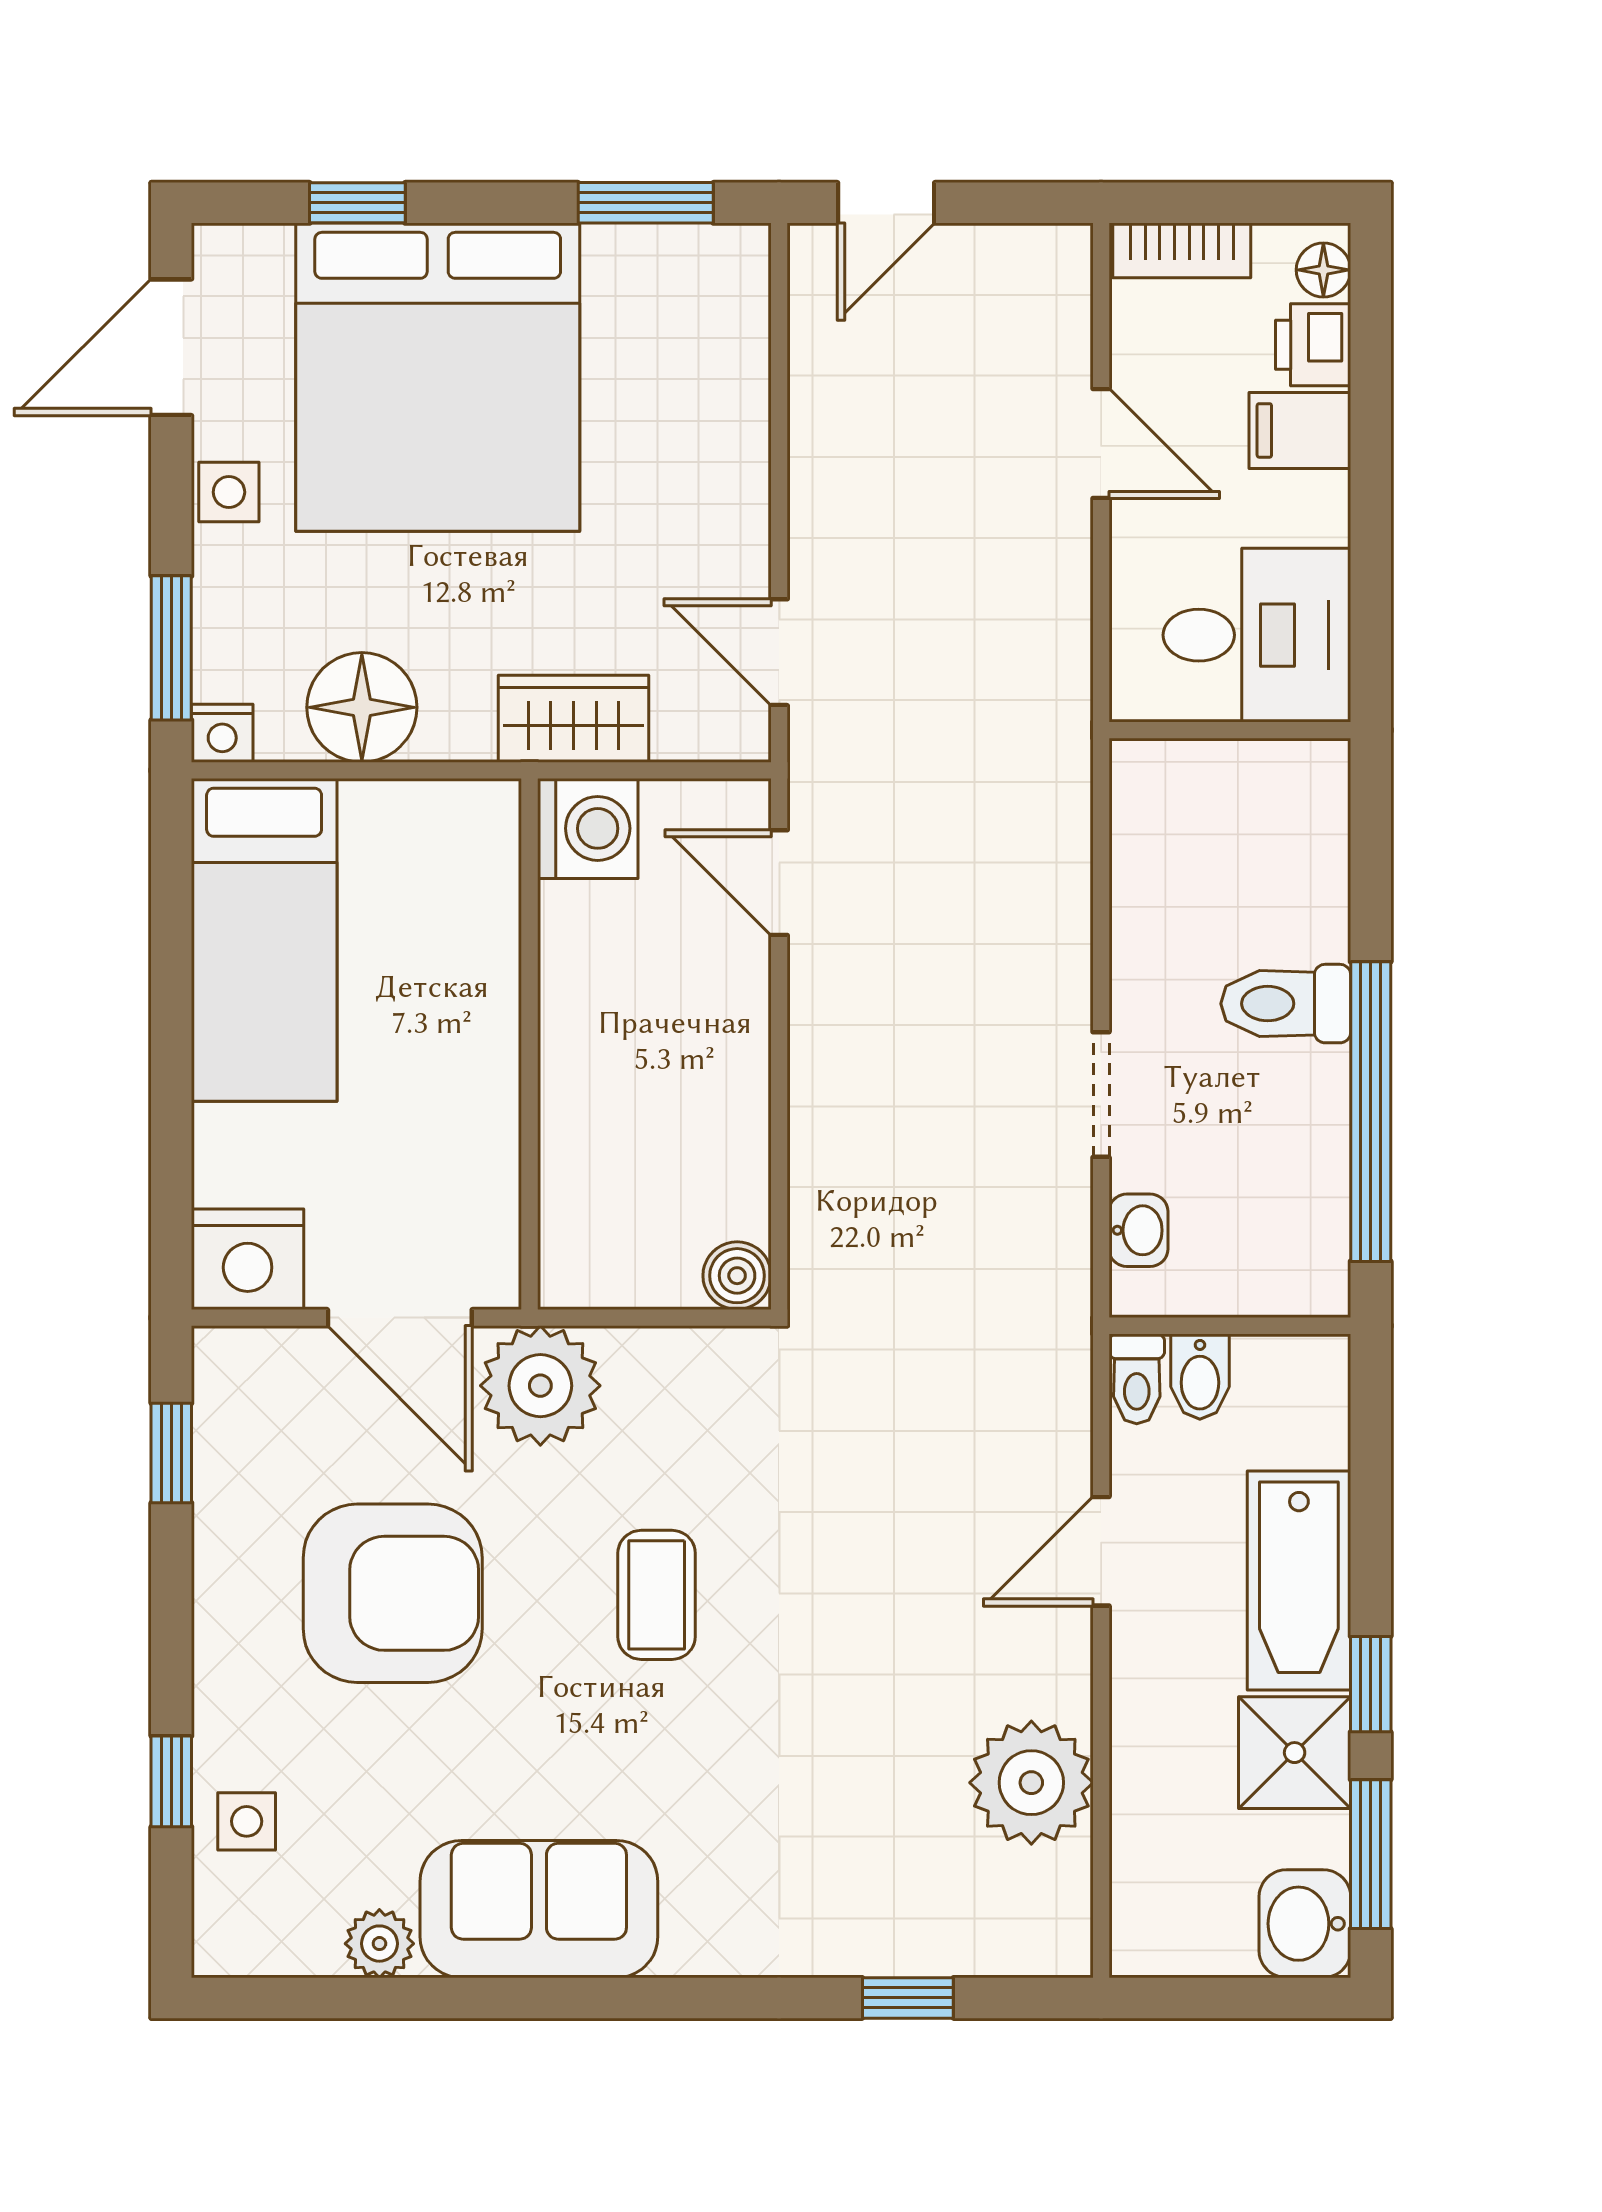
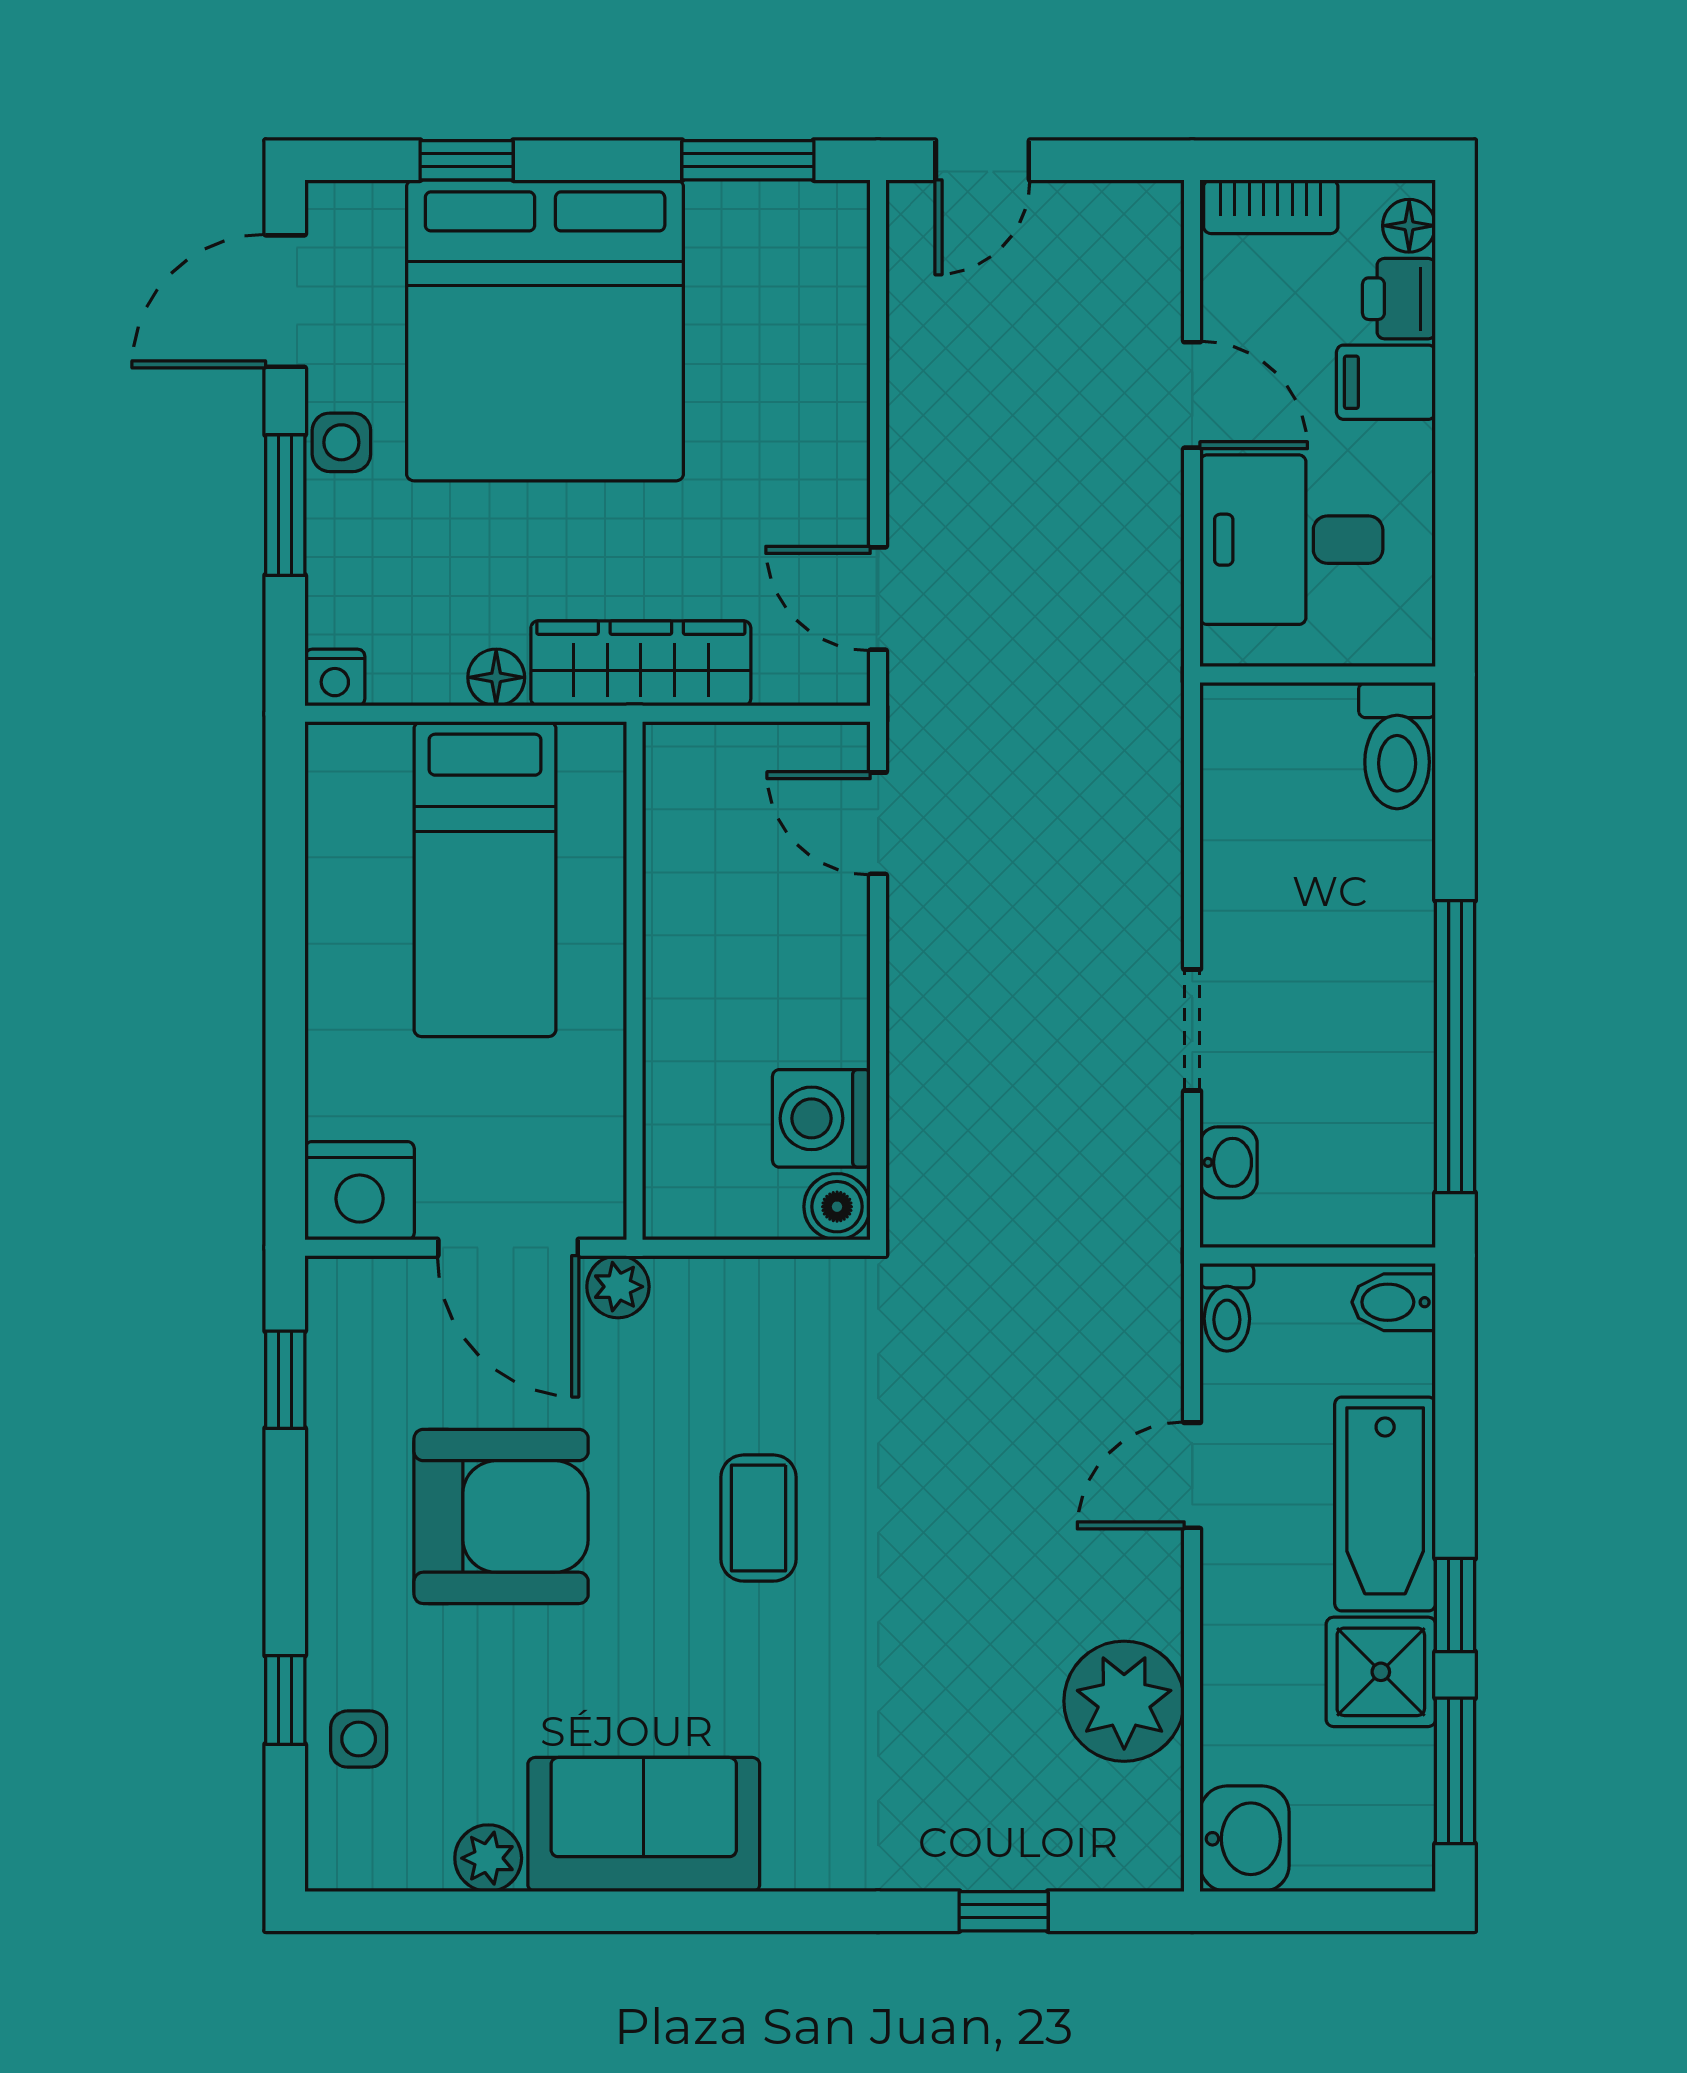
desk: (1257, 635) -> (1291, 540), moved, turned 180
window: (171, 648) -> (285, 505), moved
floor lamp: (362, 707) -> (496, 677), width x0.53, depth x0.53
wardrobe: (574, 719) -> (641, 663), width x1.50
washing machine: (588, 828) -> (821, 1118), moved, turned 180
bed: (264, 940) -> (485, 879), moved
toilet: (1286, 1004) -> (1397, 746), moved, turned -90
bidet: (1200, 1377) -> (1394, 1302), moved, turned 90
plant: (540, 1386) -> (618, 1287), width x0.53, depth x0.53
washbasin: (1305, 1924) -> (1245, 1839), moved, turned 180

